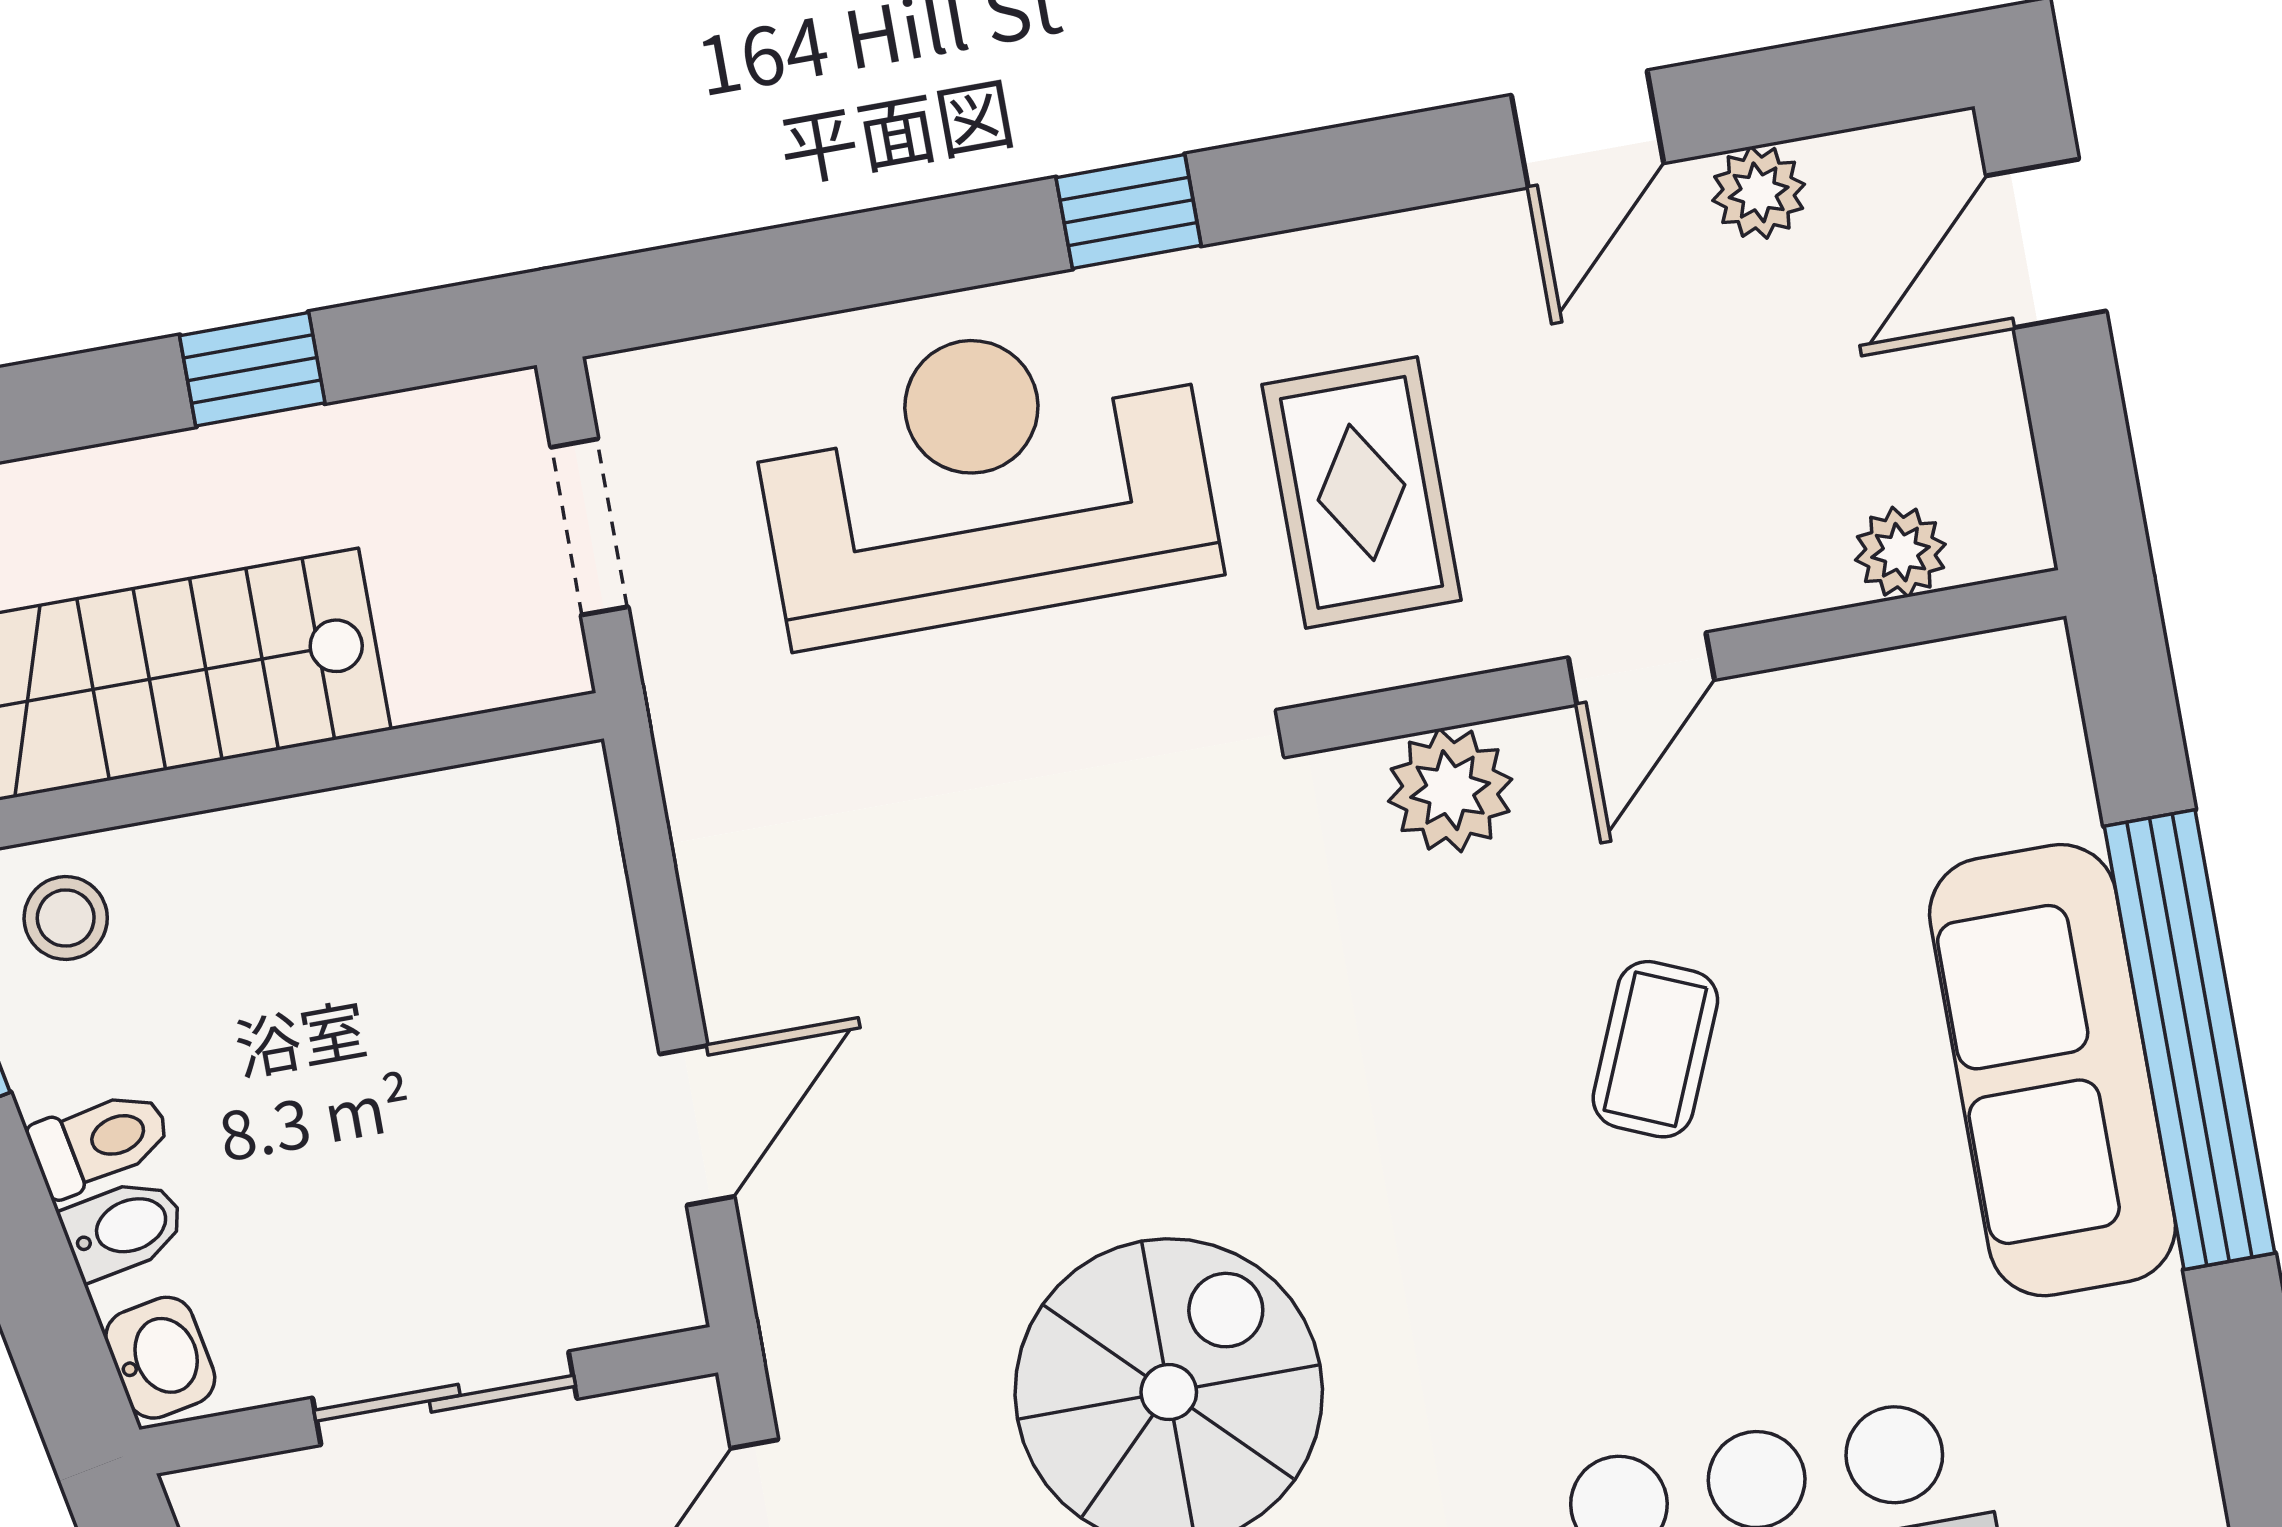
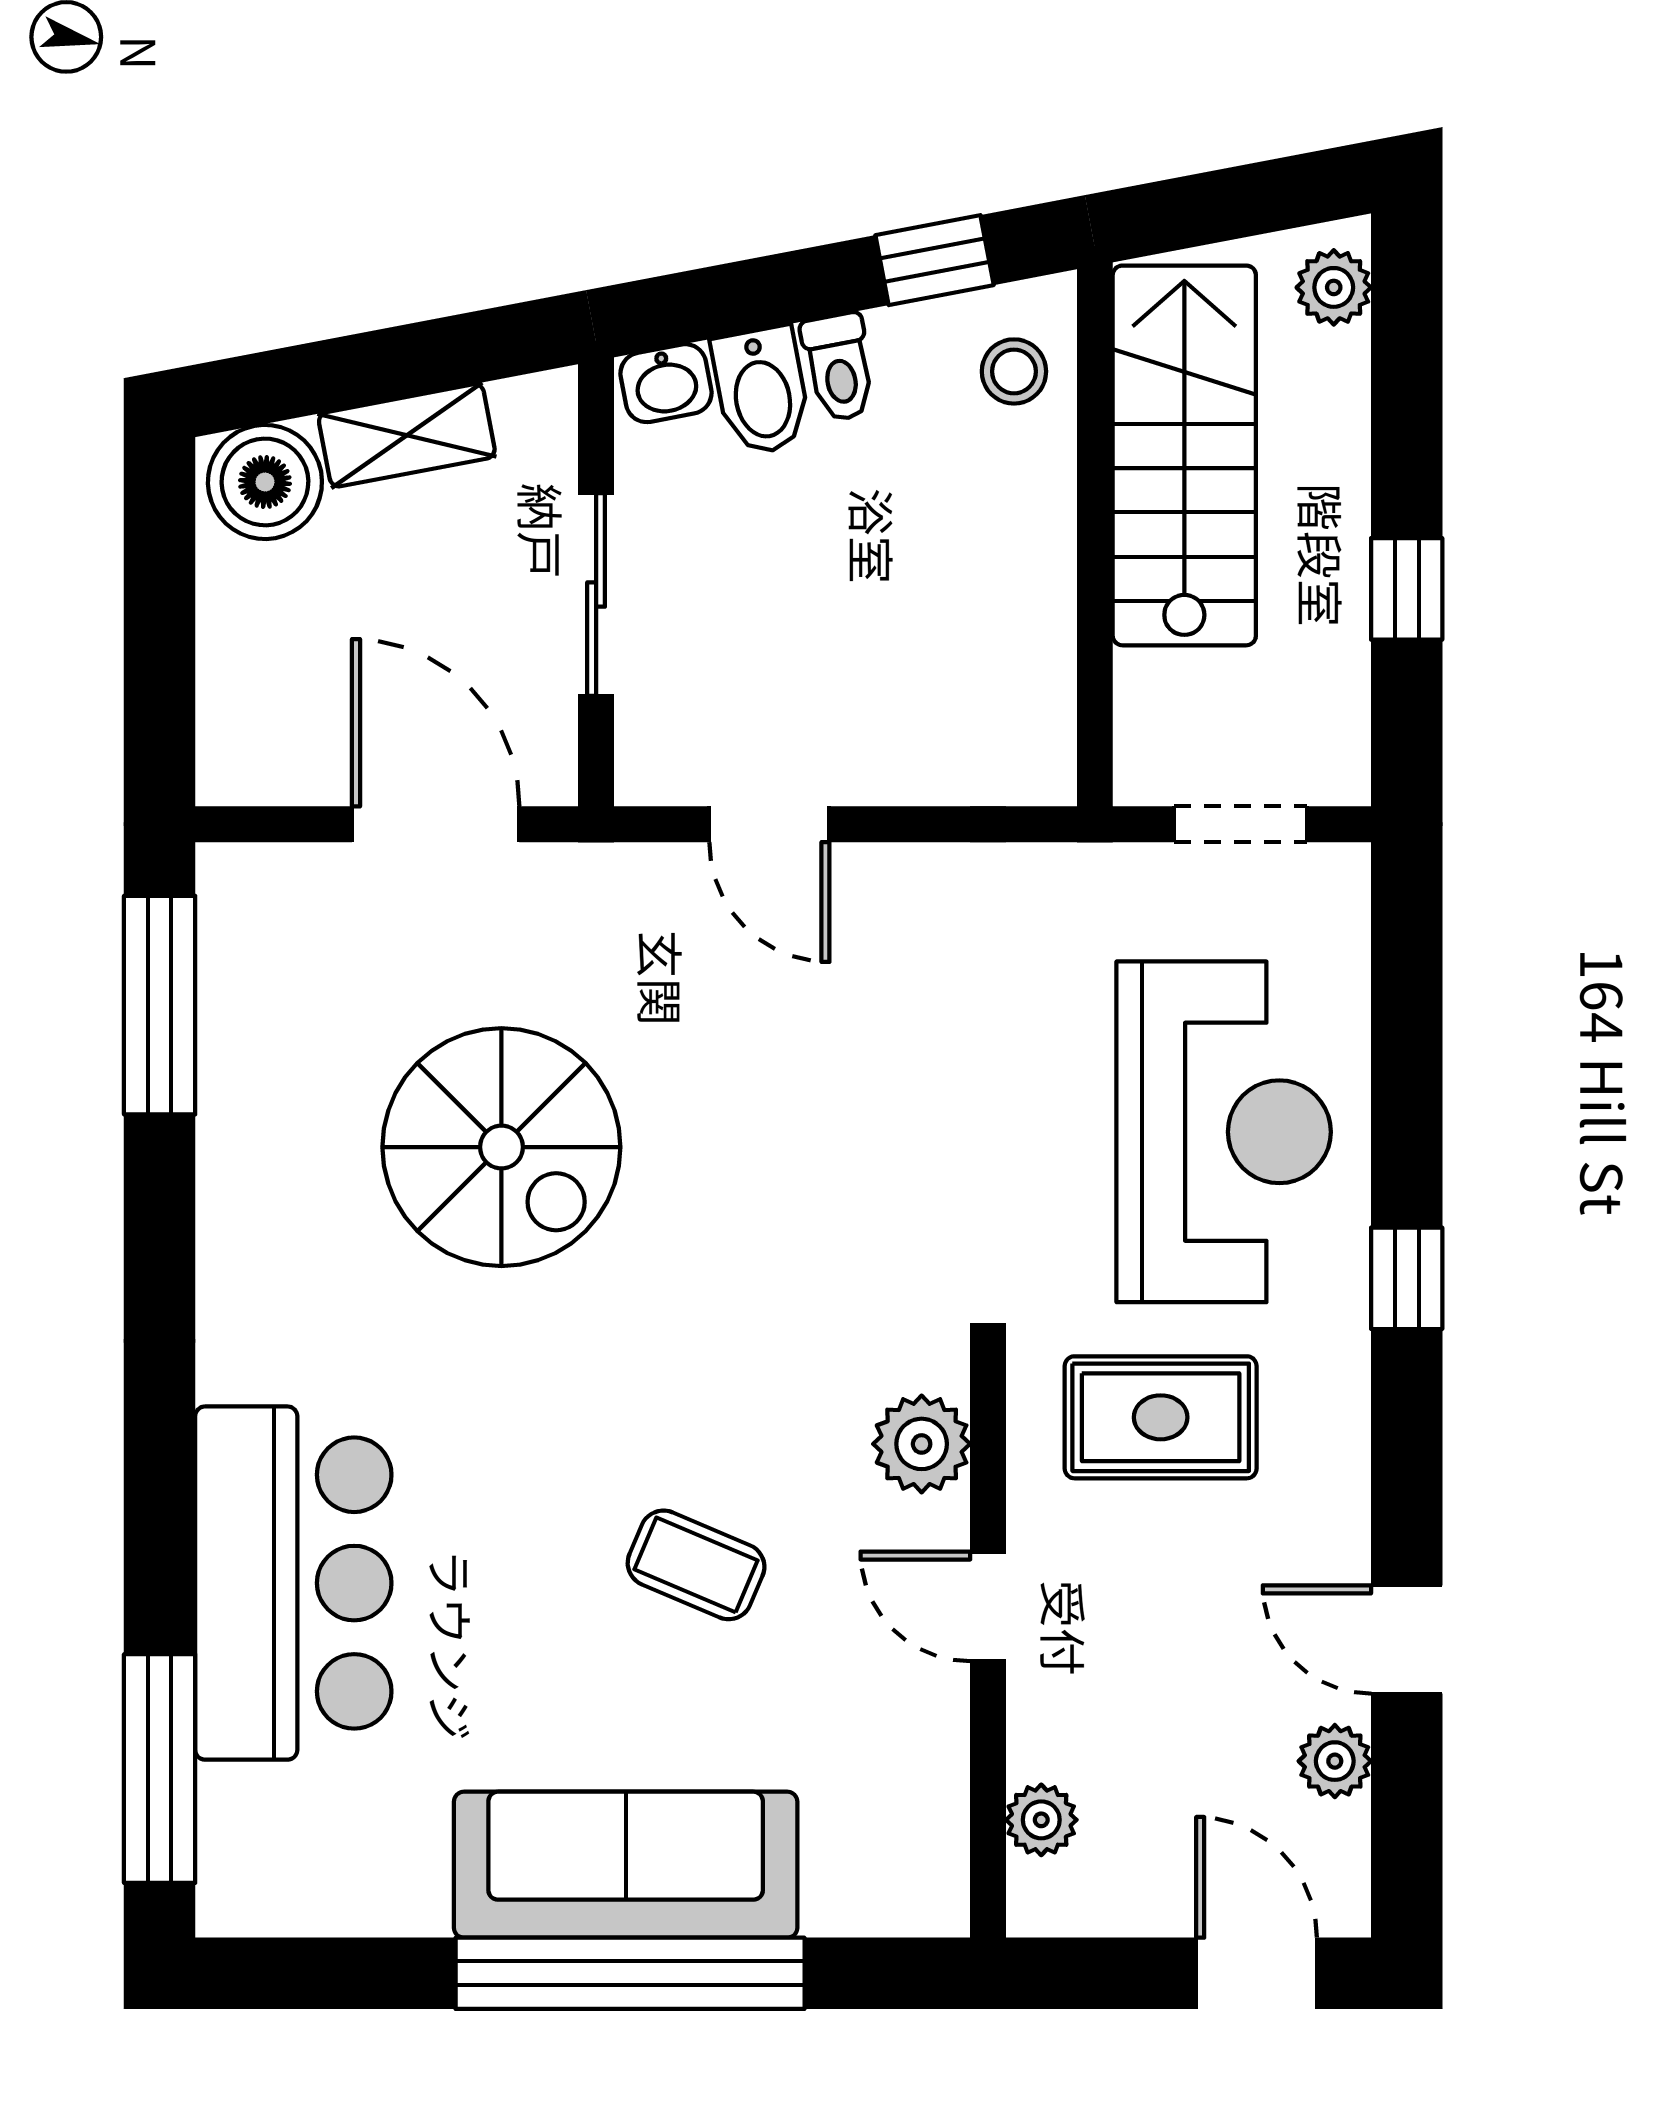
bidet: (124, 1228) -> (761, 391), width x1.38, depth x1.36

